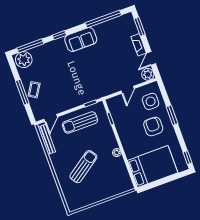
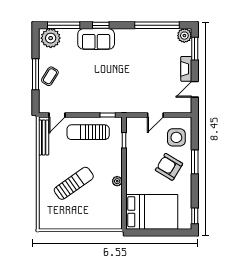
sofa: (81, 40) -> (96, 39), moved
plant: (148, 74) -> (184, 36), moved
armchair: (153, 126) -> (169, 167), turned -59

